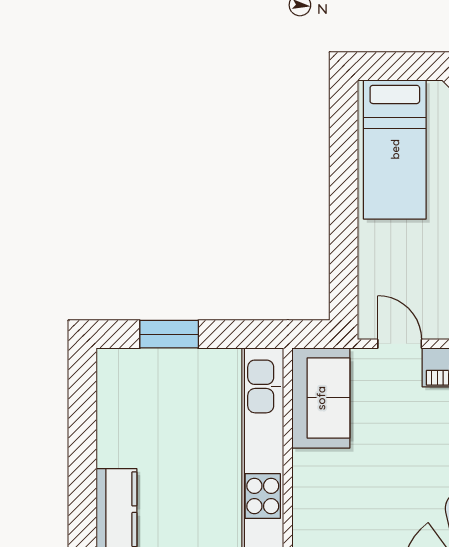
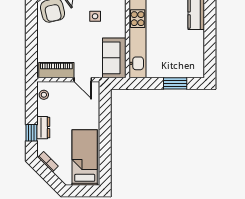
side table: (369, 502) -> (95, 16), added

